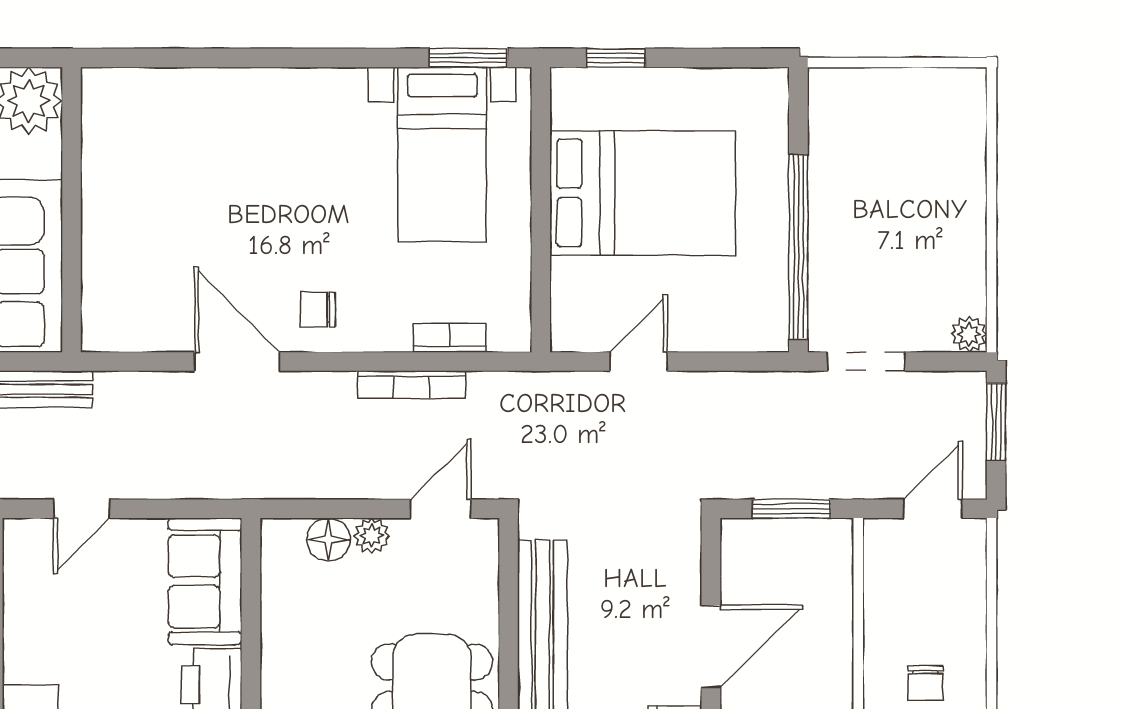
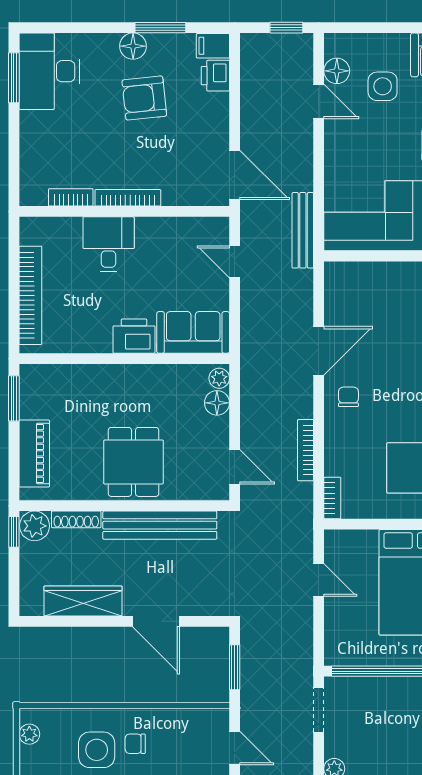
bookcase: (450, 338) -> (332, 498), moved
plant: (372, 536) -> (219, 378), moved

